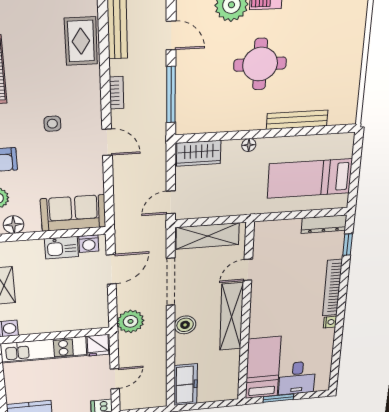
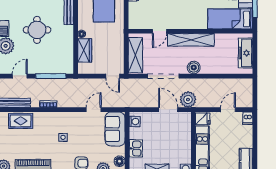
door: (107, 142) -> (94, 110), moved
wardrobe: (199, 153) -> (85, 50), moved
kitchen sink: (62, 248) -> (136, 148), moved
door: (111, 269) -> (168, 110), moved
door: (248, 270) -> (160, 31), hinge flipped
door: (115, 379) -> (228, 110), hinge flipped
freezer: (186, 385) -> (246, 53), moved, turned -90

